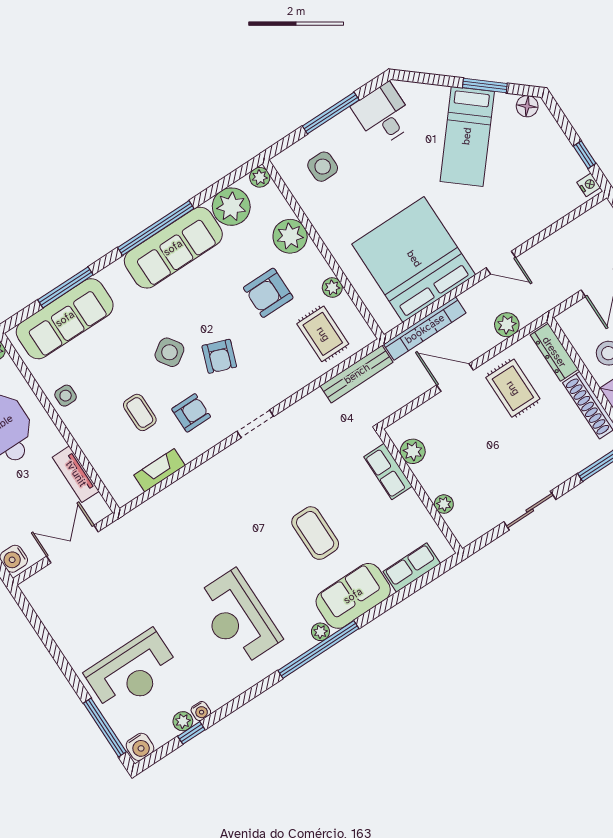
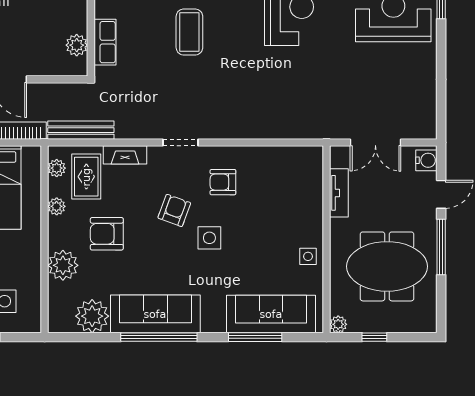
plant: (260, 177) -> (57, 168), moved
armchair: (268, 293) -> (107, 234), turned 180
side table: (169, 352) -> (209, 238), turned 34
coffee table: (140, 412) -> (261, 208), removed
fireplace: (159, 470) -> (125, 155), moved

